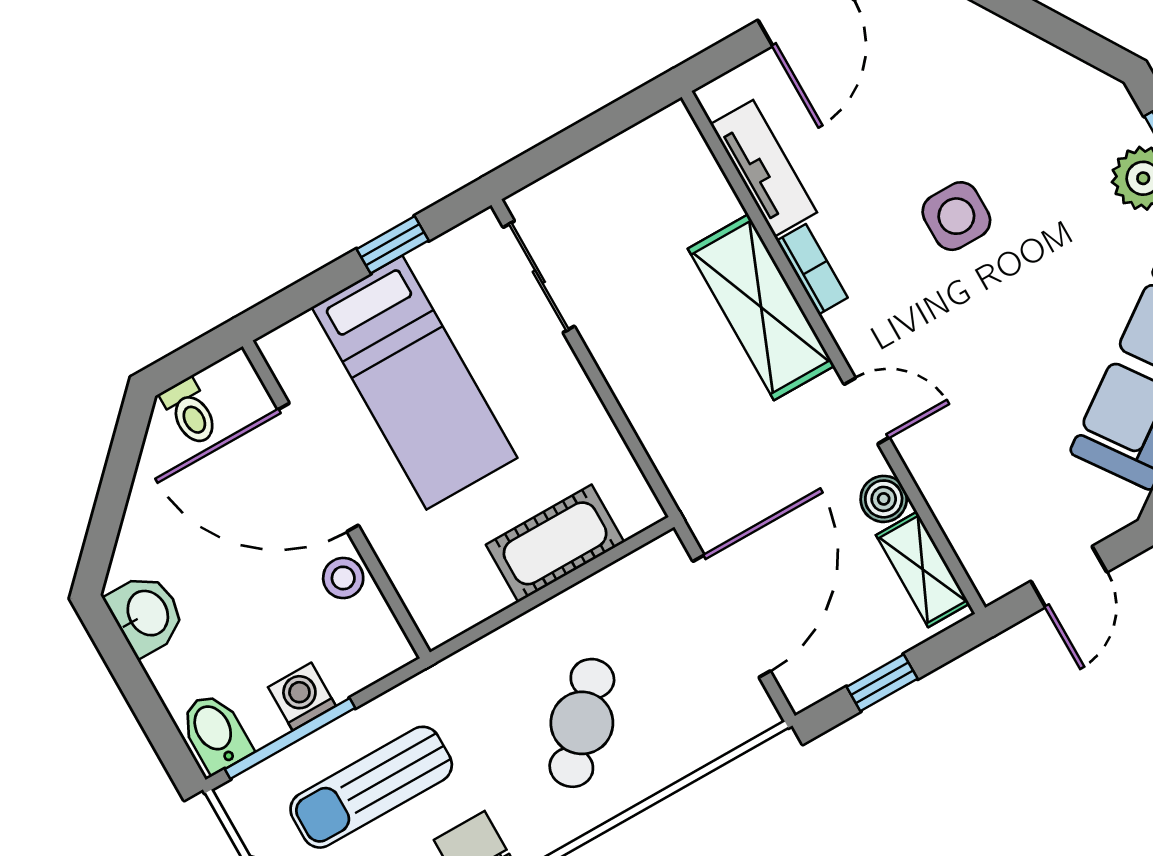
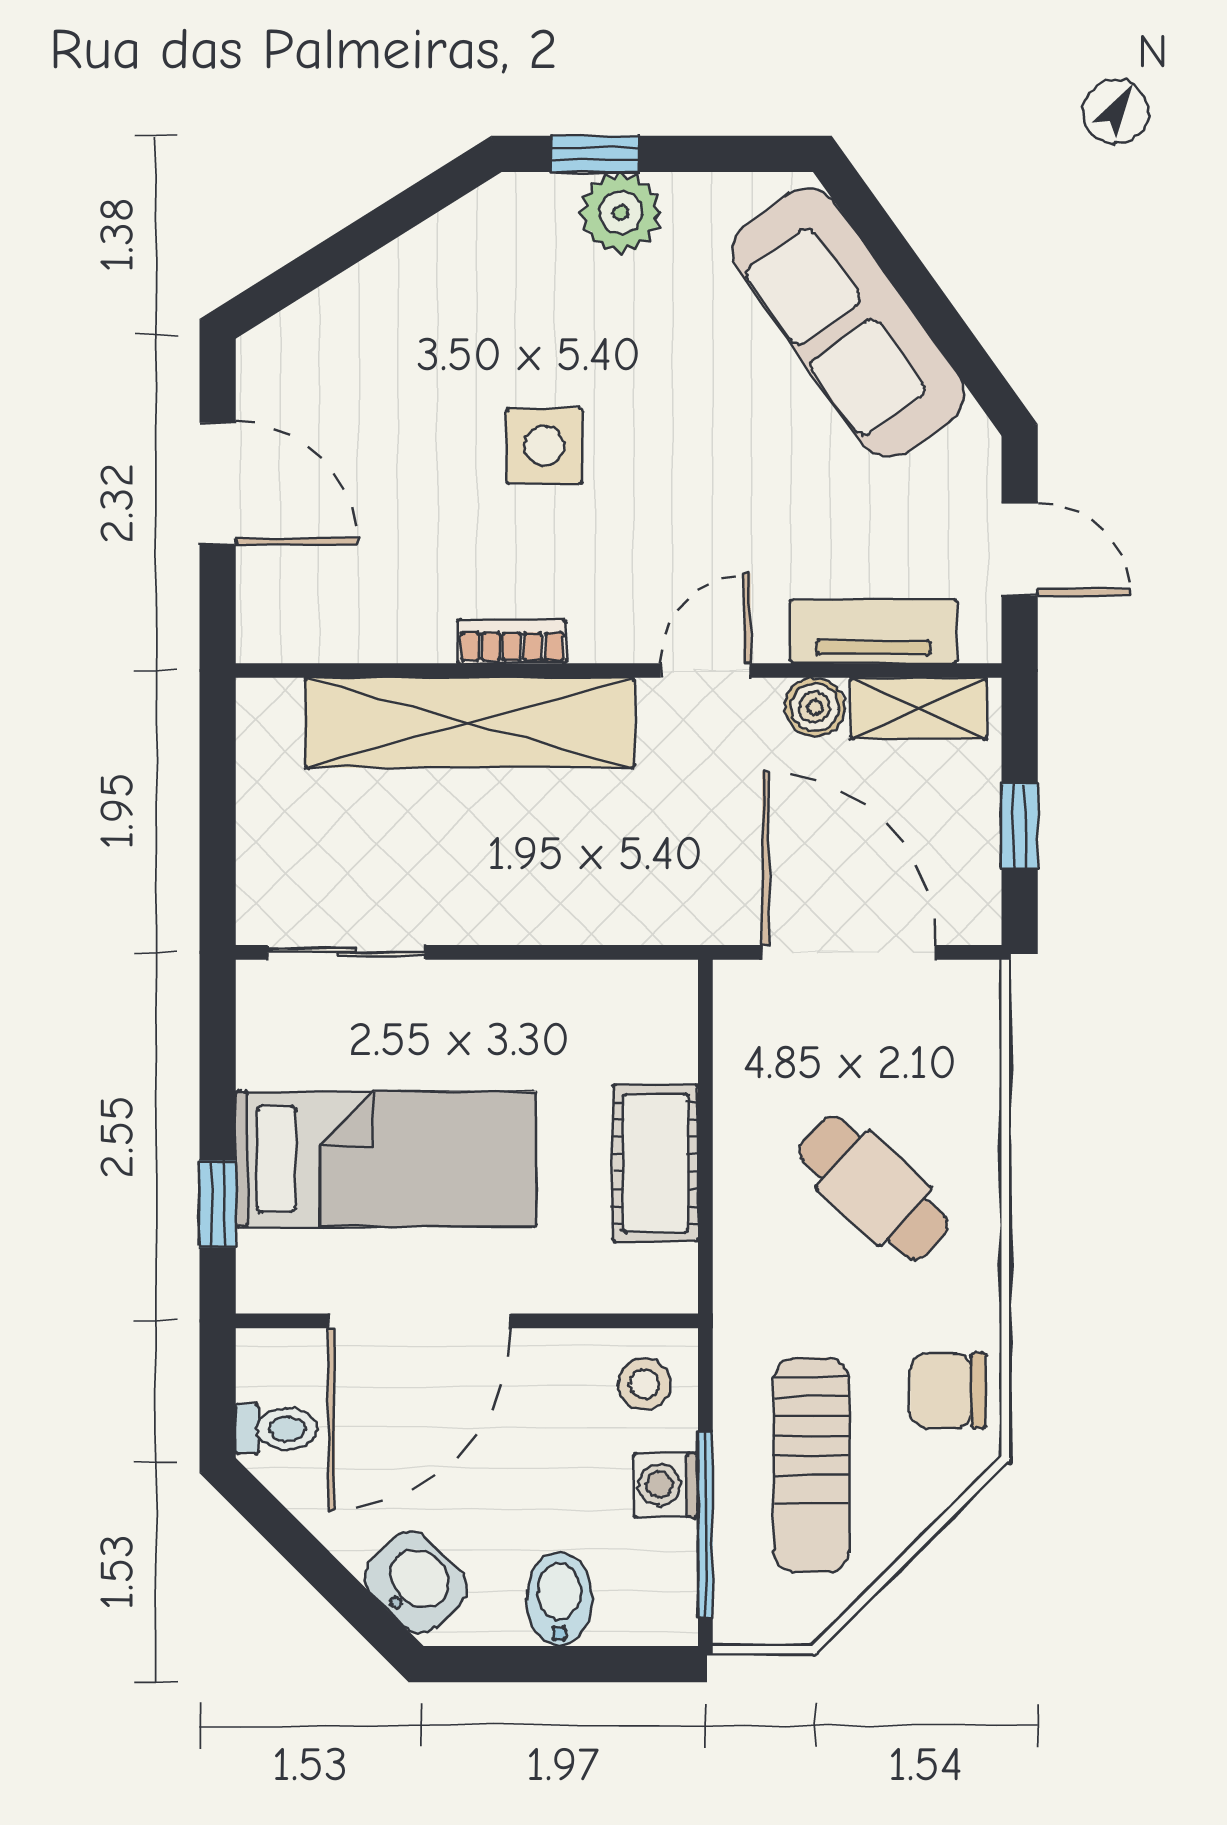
tv unit: (764, 168) -> (873, 631), moved
window: (393, 245) -> (218, 1204), moved
shelving: (761, 307) -> (470, 723), width x1.47
cot: (555, 543) -> (655, 1163), moved
stool: (343, 578) -> (644, 1384), moved
washbasin: (146, 614) -> (416, 1582), moved, turned 45
bidet: (215, 732) -> (559, 1599), moved, turned 90

